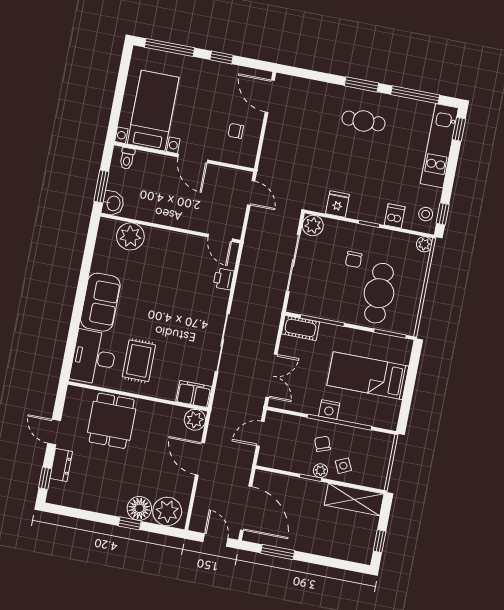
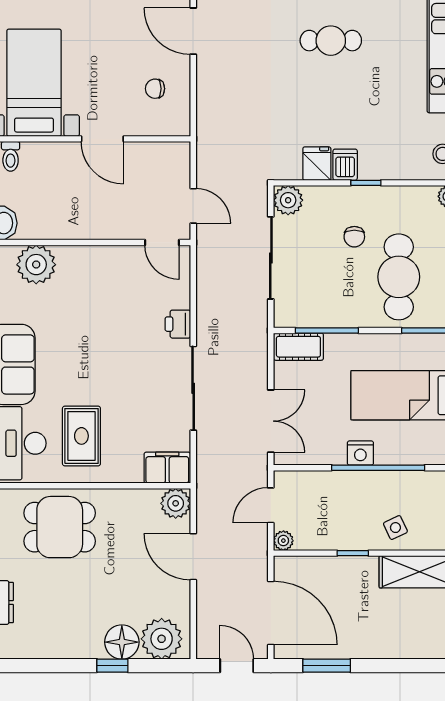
door: (251, 193) -> (193, 206), moved
dishwasher: (395, 216) -> (345, 165), moved
printer: (224, 279) -> (178, 324), moved
dining table: (112, 421) -> (60, 527), turned 90
chair: (322, 444) -> (360, 503), removed
plant: (320, 471) -> (283, 541), moved

